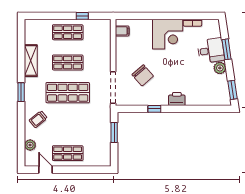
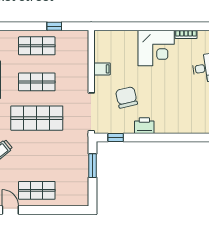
filing cabinet: (122, 31) -> (102, 69), moved
chair: (143, 75) -> (126, 97), turned -152
printer: (177, 99) -> (144, 126), moved
window: (154, 109) -> (116, 137), moved

